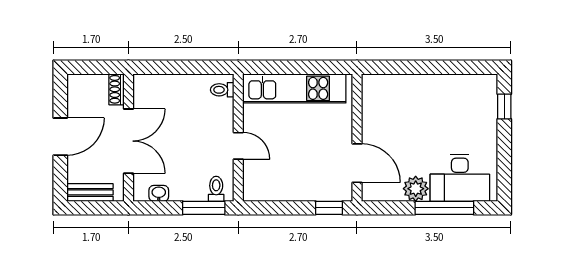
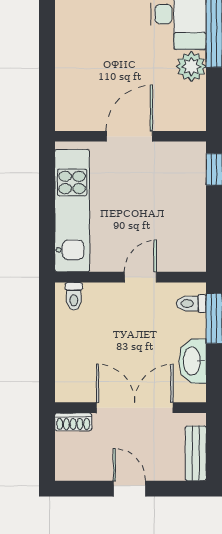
door: (60, 137) -> (129, 489), width x0.73
door: (357, 163) -> (129, 136), moved
washbasin: (159, 193) -> (193, 361), width x1.91, depth x1.45

